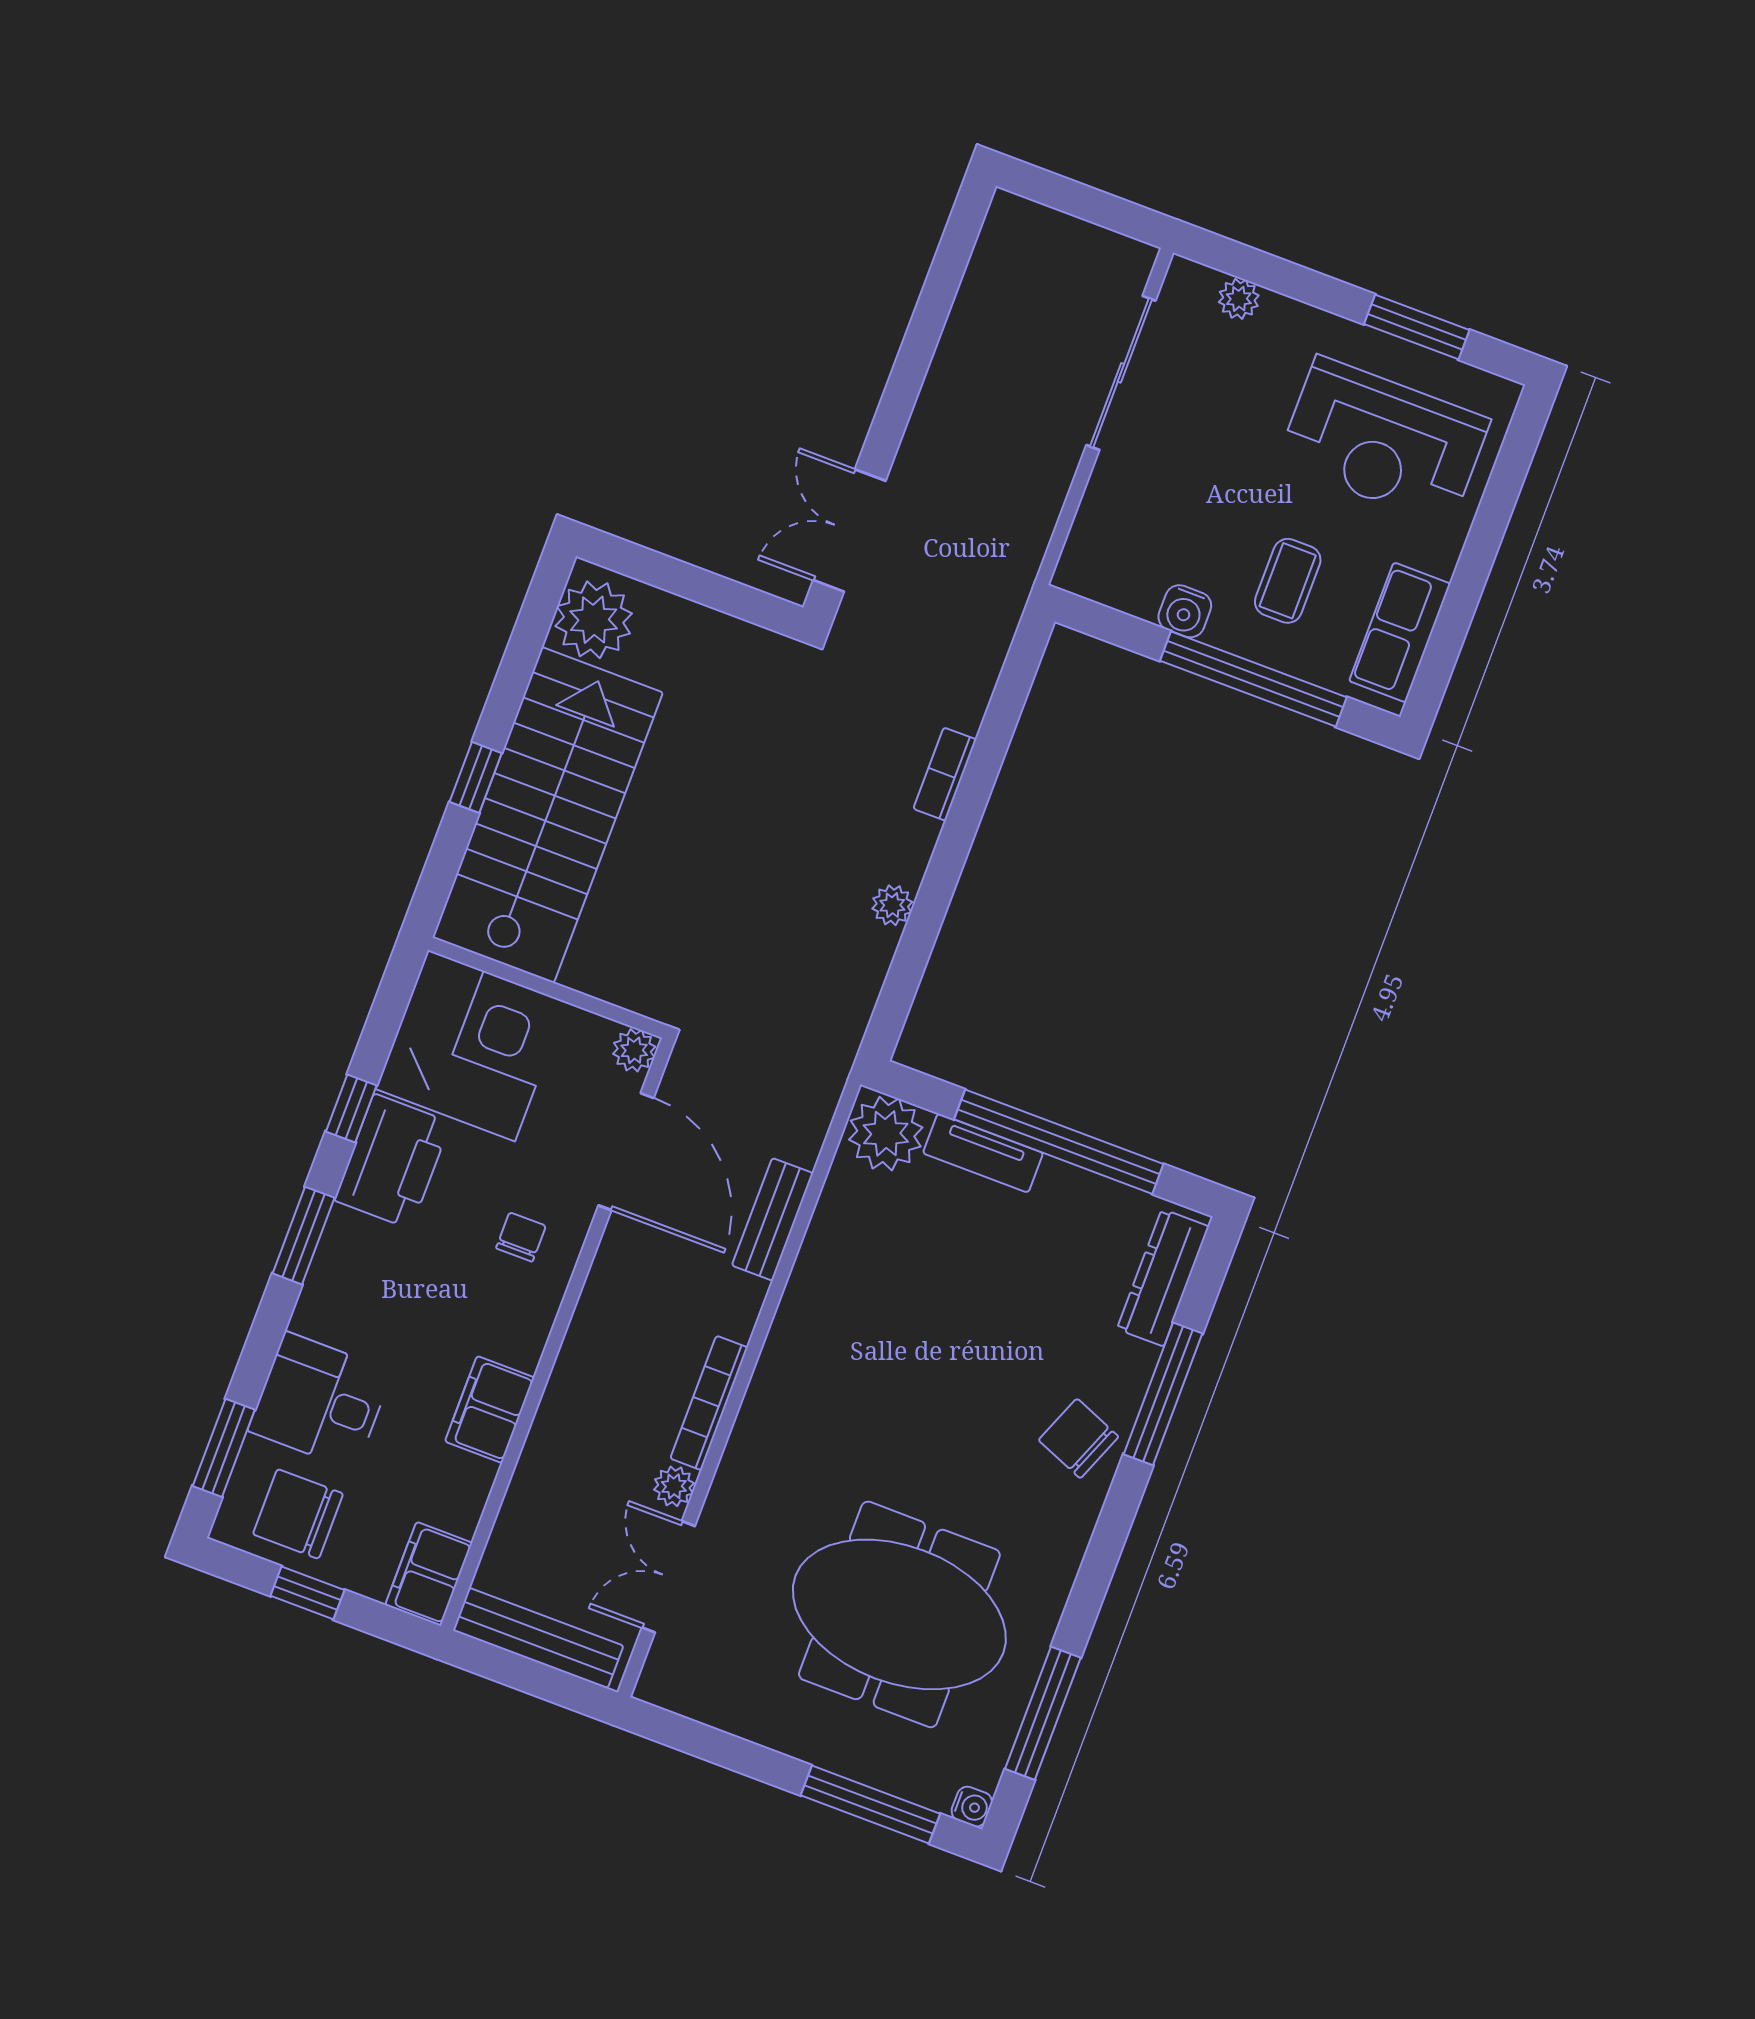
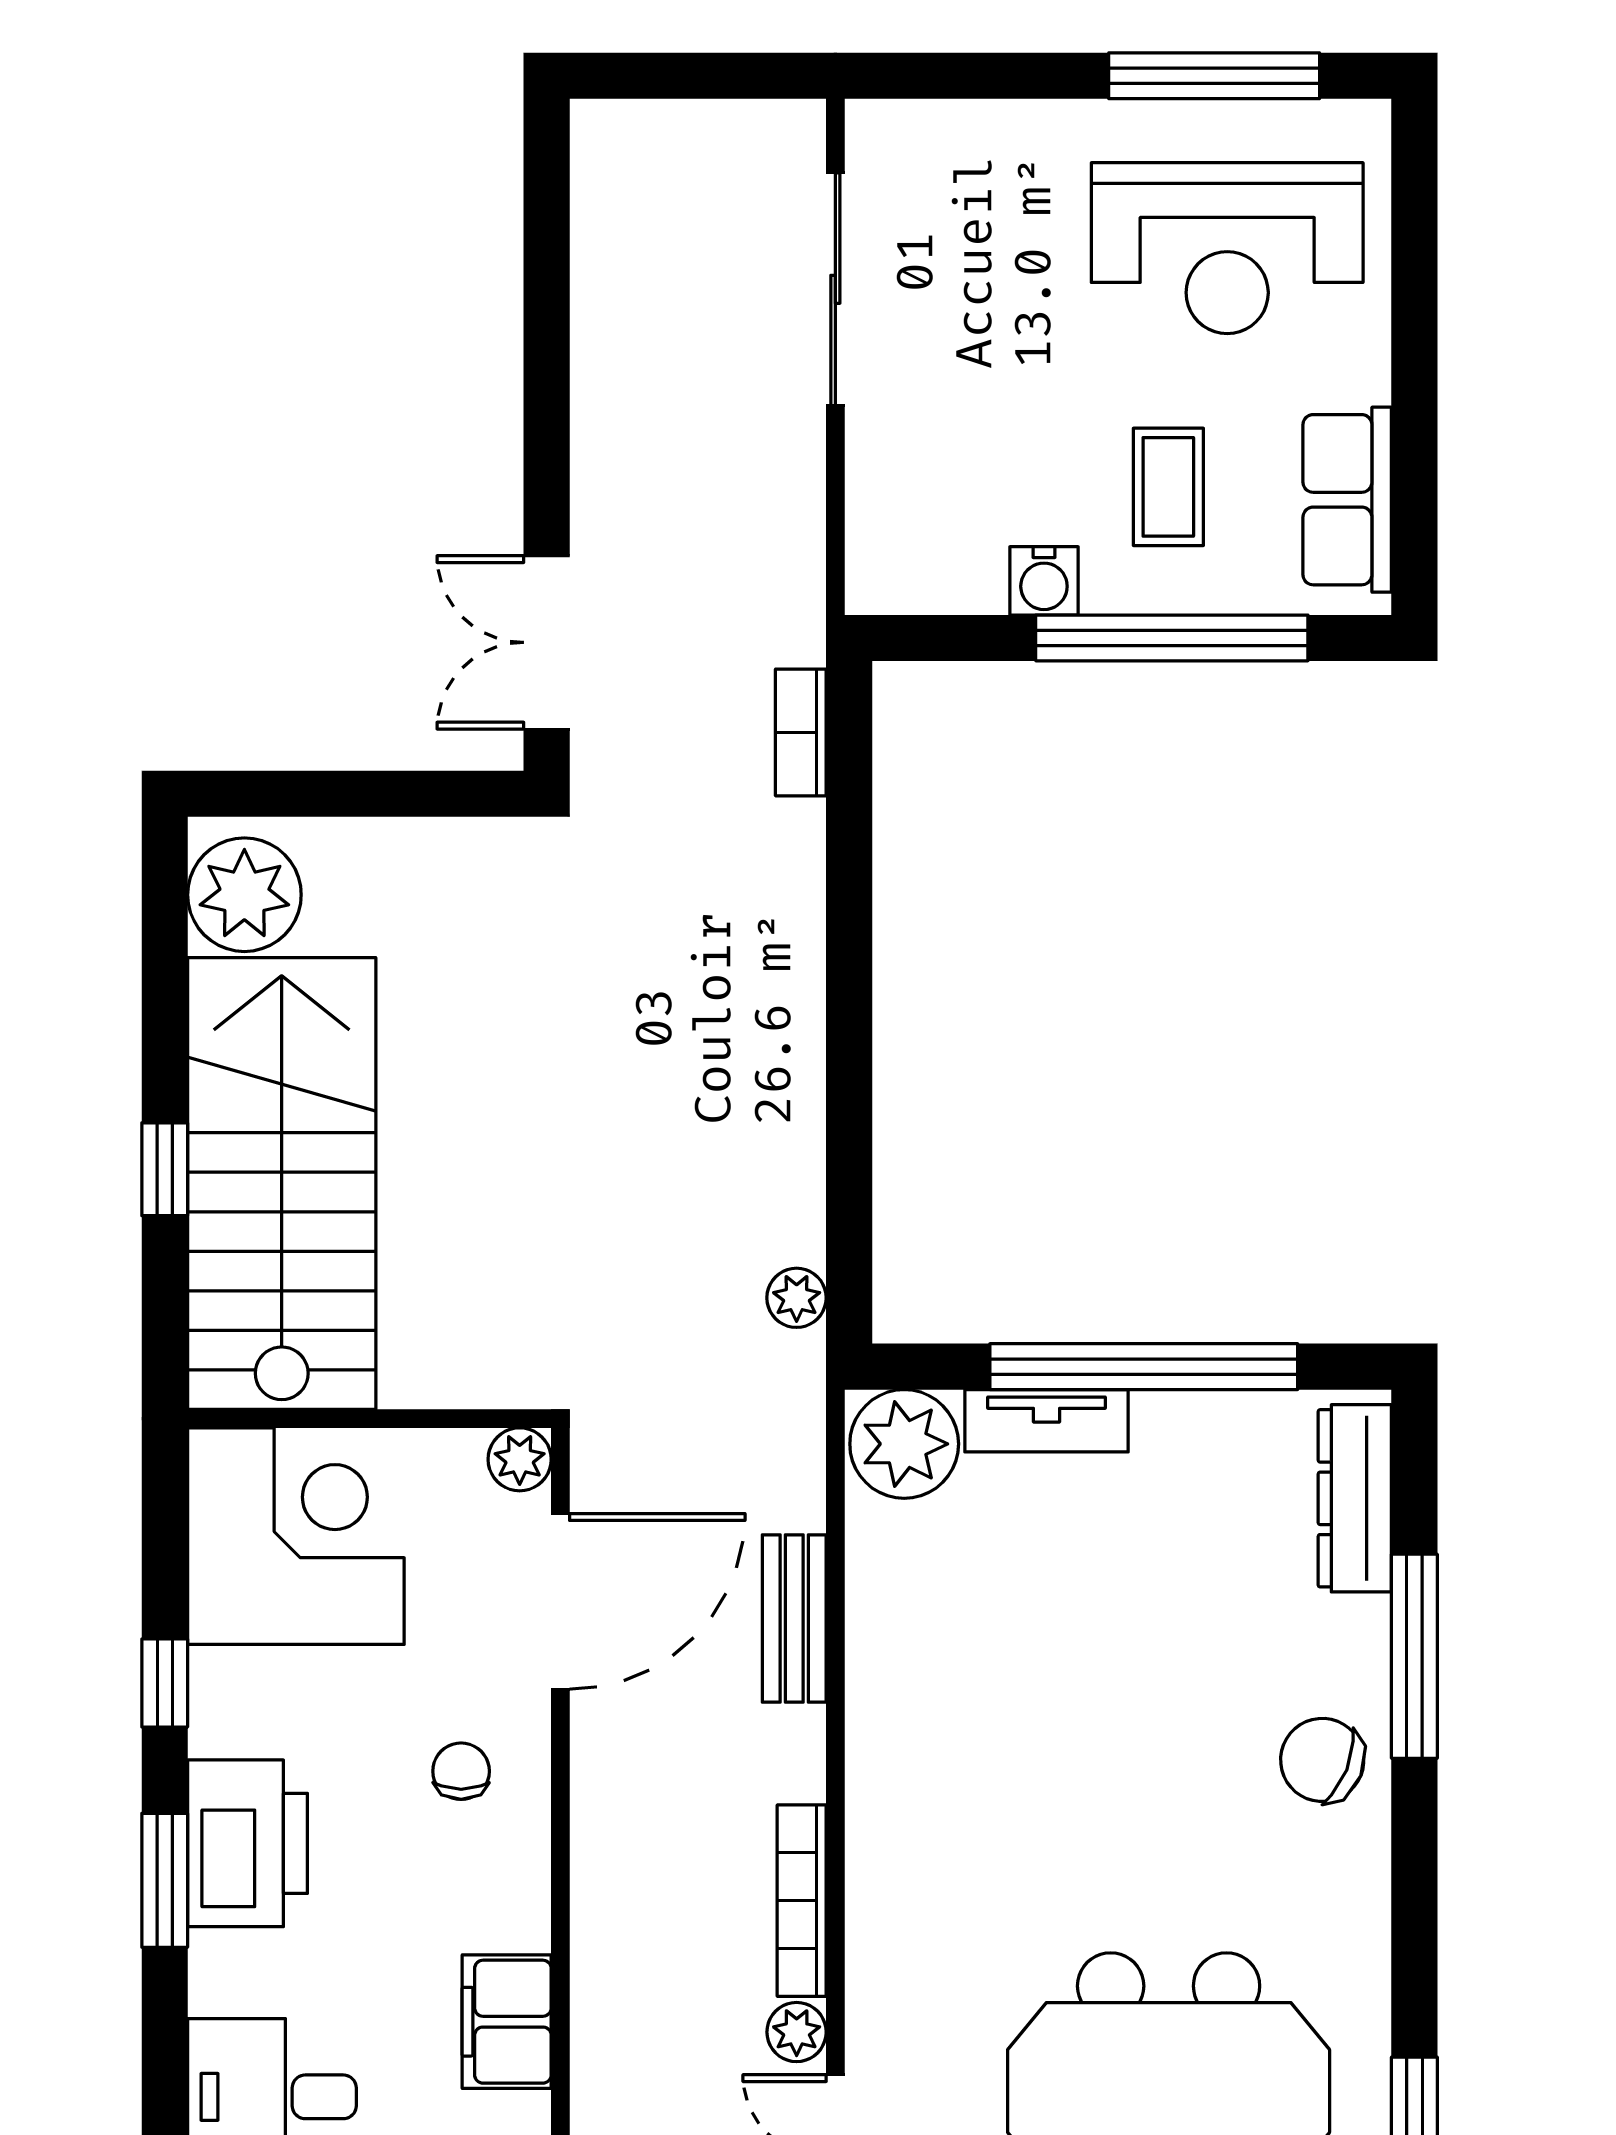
plant: (1239, 299) -> (958, 128), removed
window: (1417, 327) -> (1214, 76), width x1.44
bookcase: (945, 774) -> (801, 732), moved
plant: (892, 905) -> (797, 1298), moved
door: (626, 1152) -> (560, 1601), hinge flipped
printer: (392, 1161) -> (247, 1843), moved

